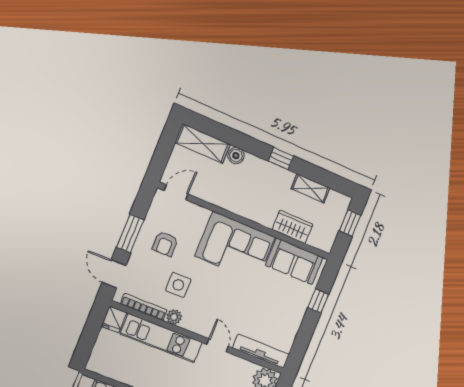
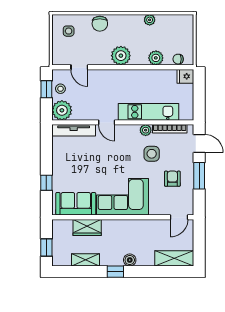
boiler: (236, 156) -> (130, 260), moved
fridge: (114, 319) -> (185, 76), moved, turned -90

